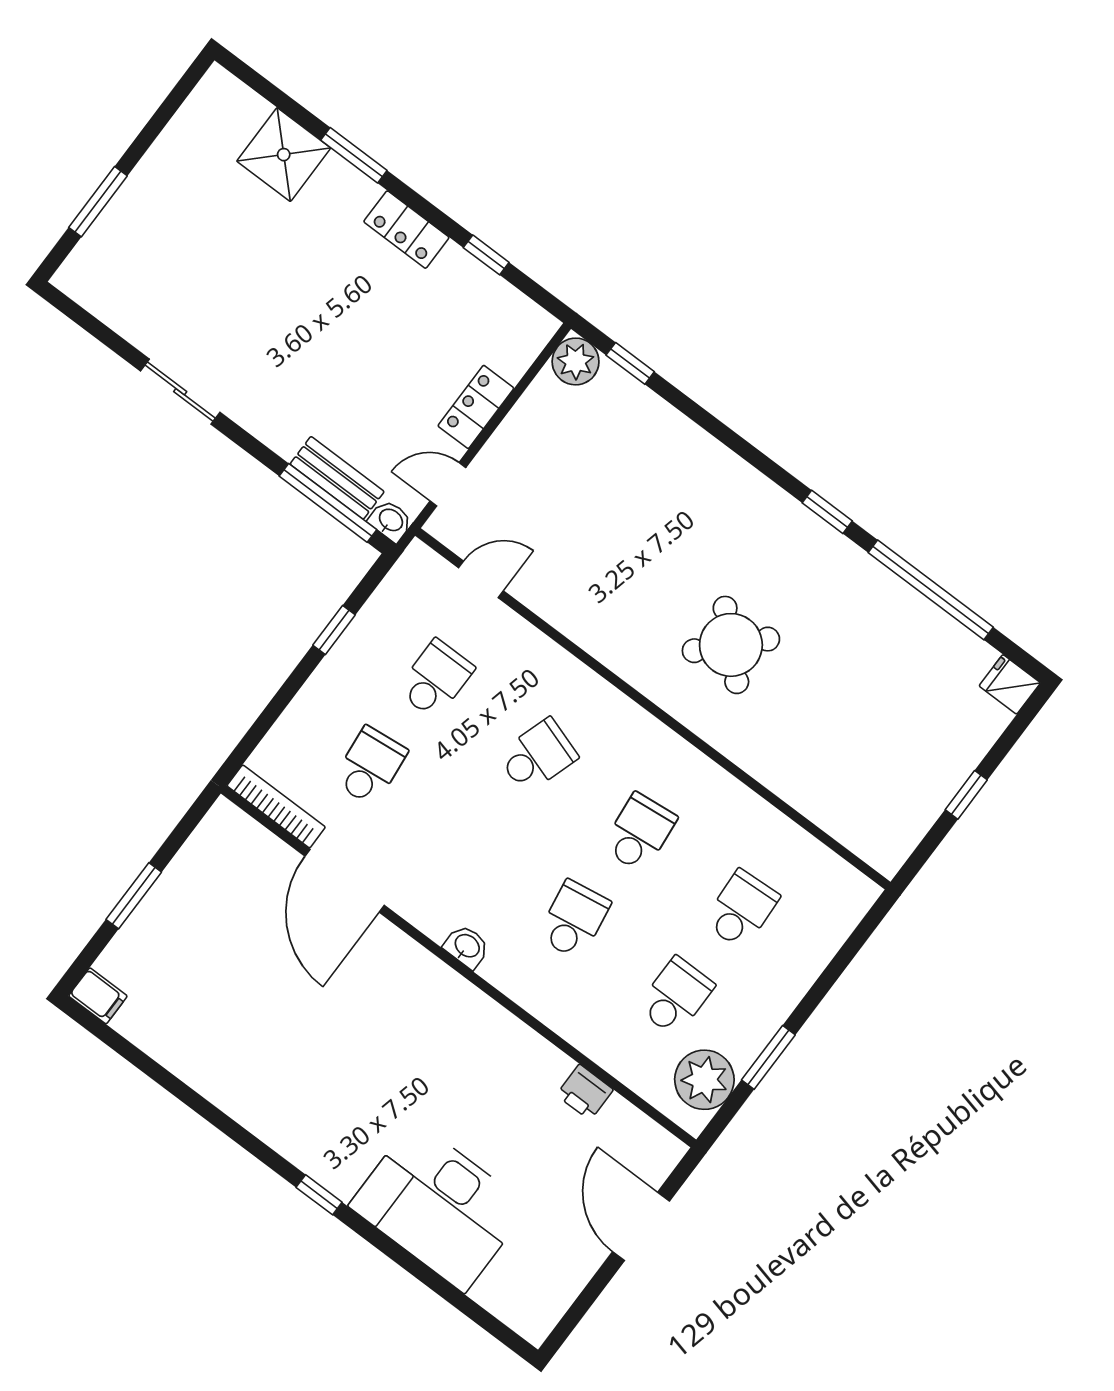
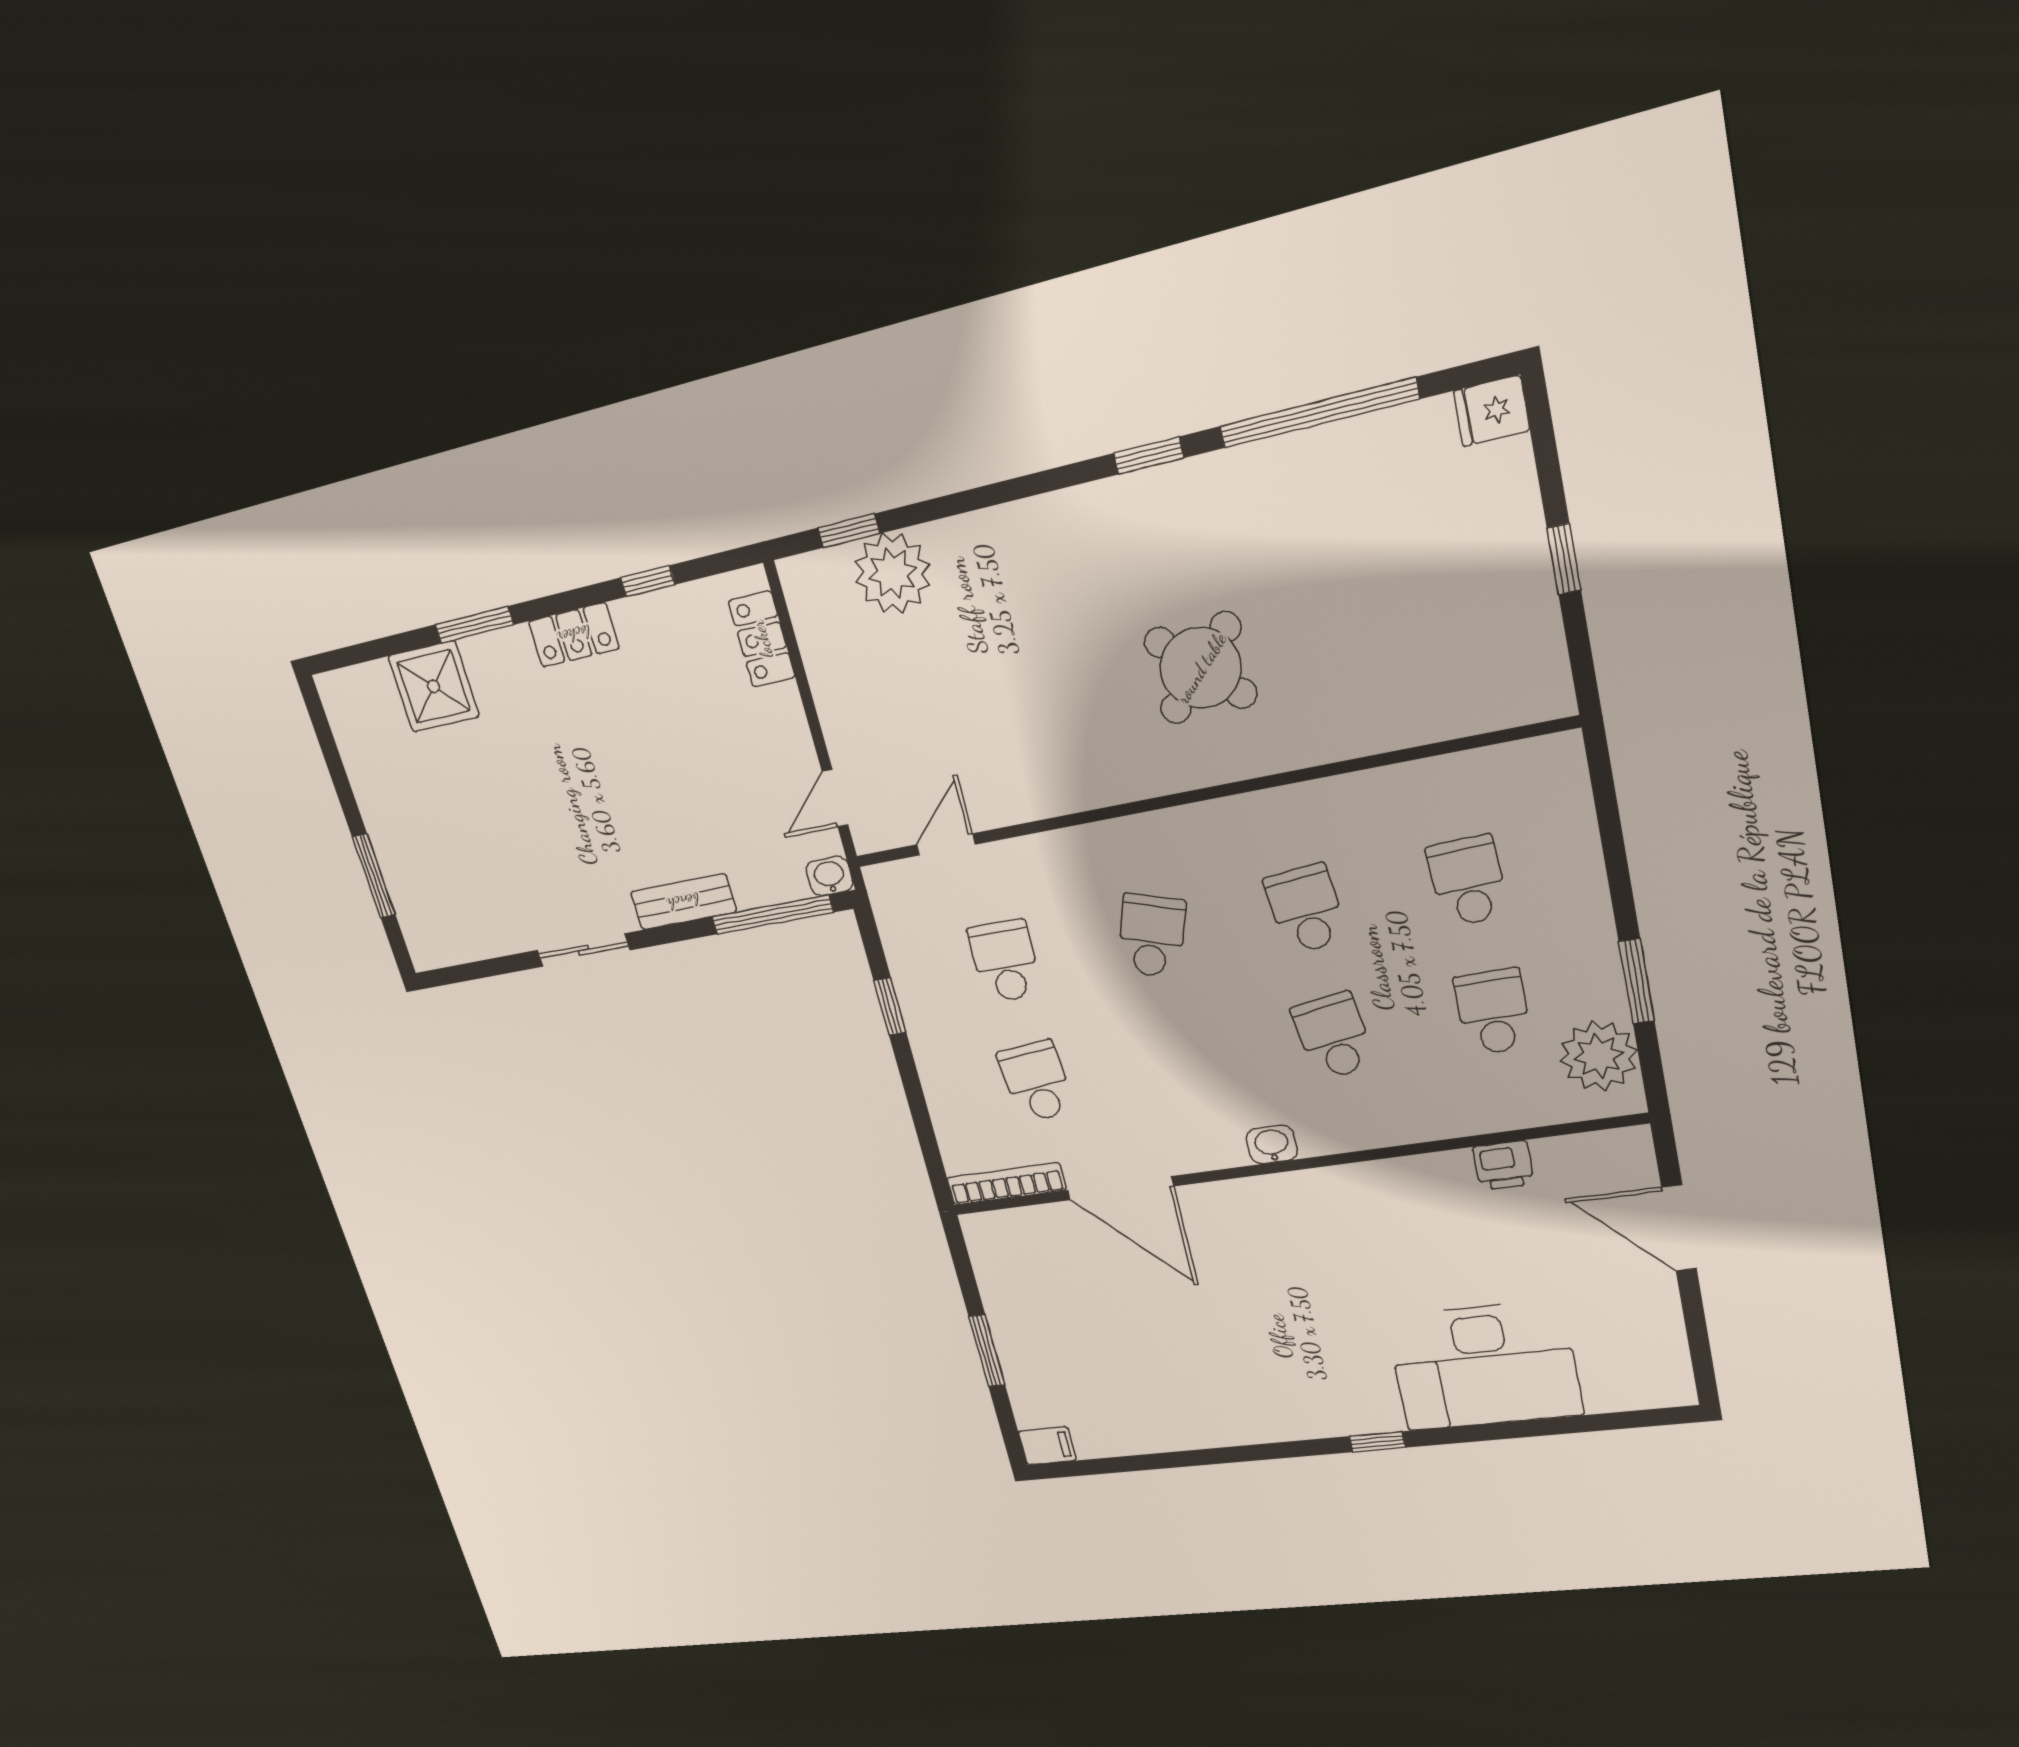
plant: (576, 361) -> (893, 573), moved, width x1.36, depth x1.36
locker: (476, 407) -> (762, 639), moved
bench: (337, 478) -> (683, 902), moved

